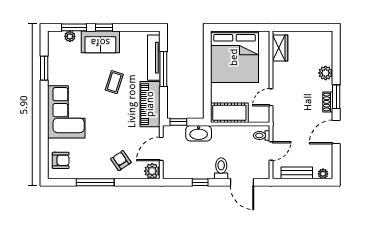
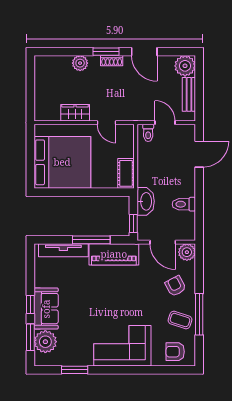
plant: (70, 36) -> (45, 342), width x1.88, depth x1.88
wardrobe: (280, 48) -> (75, 113), moved
window: (163, 69) -> (91, 240), moved
coffee table: (114, 82) -> (180, 320), moved
cot: (229, 113) -> (126, 173), width x0.73, depth x0.75
armchair: (61, 160) -> (175, 352), turned -90
armchair: (121, 161) -> (176, 286), turned 96
toilet: (221, 168) -> (184, 204), moved
plant: (323, 174) -> (185, 66), width x1.87, depth x1.87
window: (200, 182) -> (199, 200), removed

